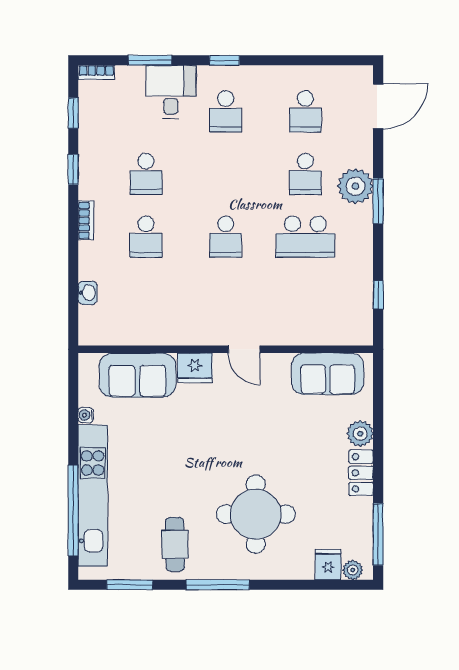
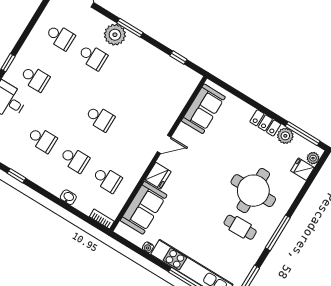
bookcase: (86, 220) -> (102, 219), moved
school desk: (305, 237) -> (107, 179), moved, width x0.54
washbasin: (88, 293) -> (68, 197), moved
plant: (360, 434) -> (285, 136), moved
cafe table: (175, 544) -> (240, 227), moved

